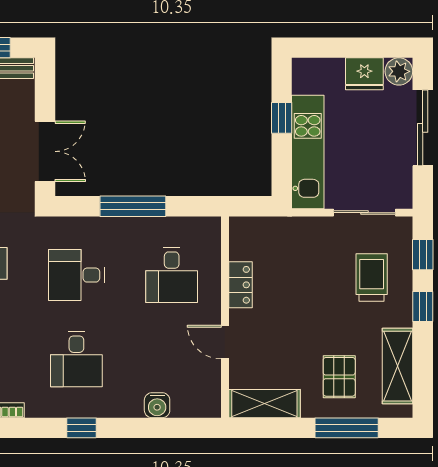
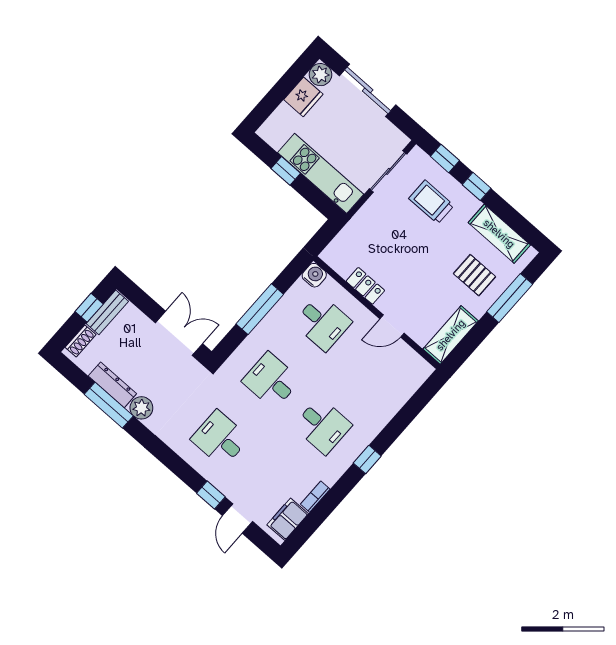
desk: (76, 275) -> (271, 381), turned 90
water cooler: (157, 405) -> (314, 275), moved, turned -90

